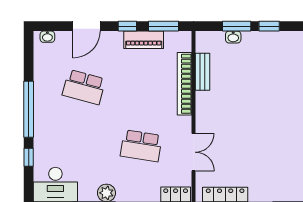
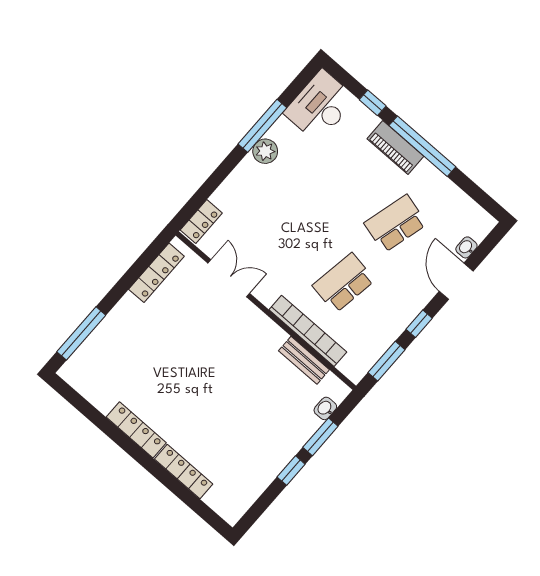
washbasin: (47, 37) -> (466, 247), moved
washbasin: (233, 37) -> (325, 408), moved
piano: (144, 40) -> (395, 148), moved, turned -90
school desk: (141, 146) -> (344, 283), moved
double door: (194, 152) -> (229, 278), swing flipped

